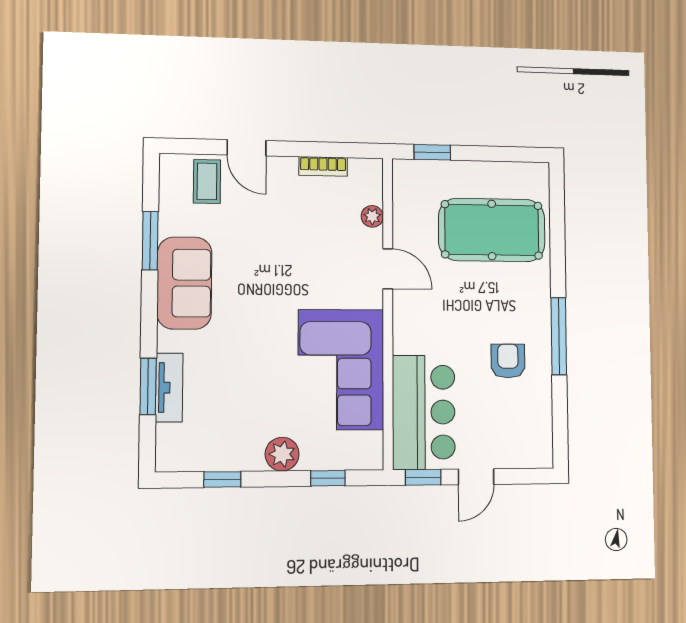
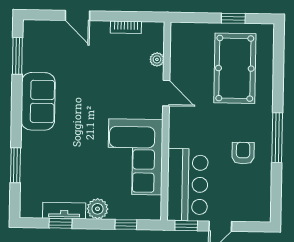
window: (432, 152) -> (233, 18), moved
coffee table: (207, 181) -> (52, 37), removed
pool table: (492, 230) -> (235, 68), turned 90
window: (150, 241) -> (17, 56), moved
tv unit: (169, 388) -> (64, 211), moved, turned -90

